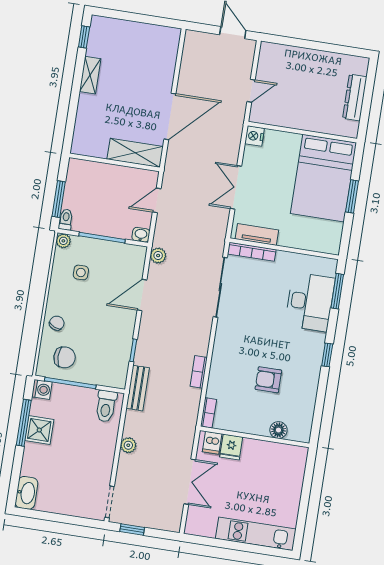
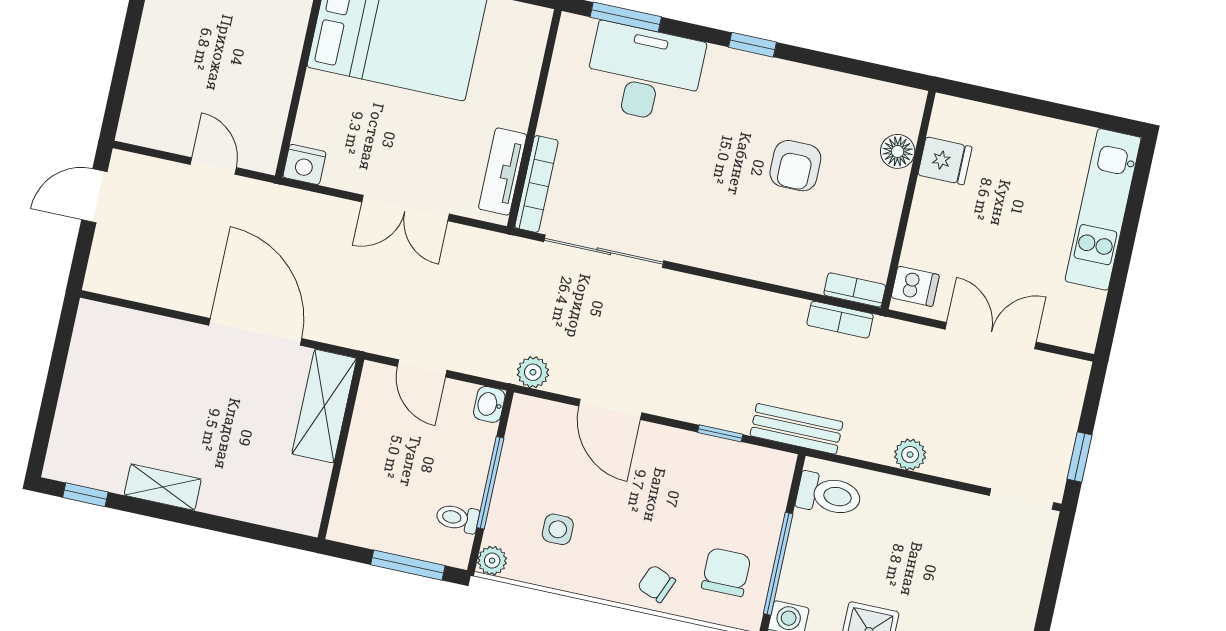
toilet: (66, 220) -> (457, 518), moved
bookcase: (199, 372) -> (840, 320), moved
fridge: (231, 447) -> (945, 161), moved

